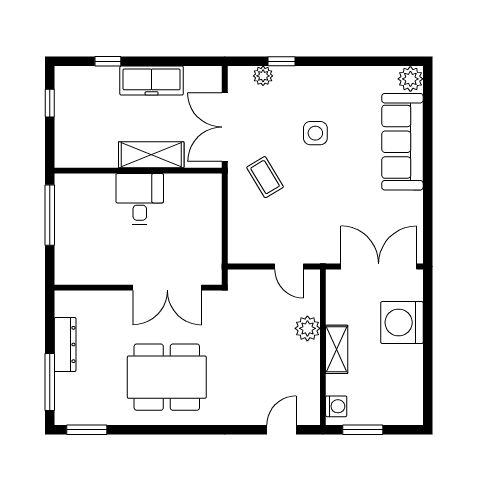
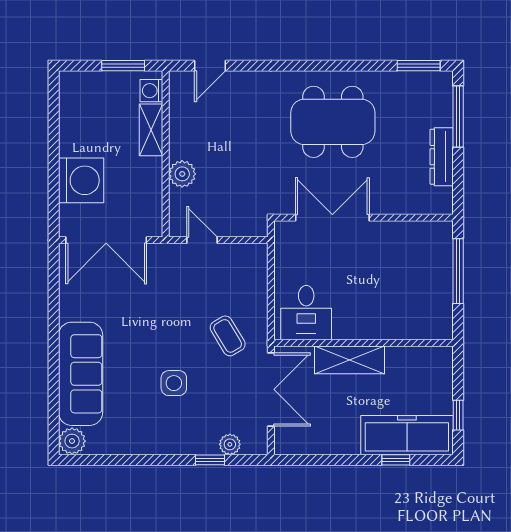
freezer: (152, 81) -> (407, 435), moved, width x1.36, depth x1.26
desk: (140, 199) -> (306, 313), moved
window: (50, 215) -> (458, 271), moved
shelving: (337, 349) -> (151, 130), moved

